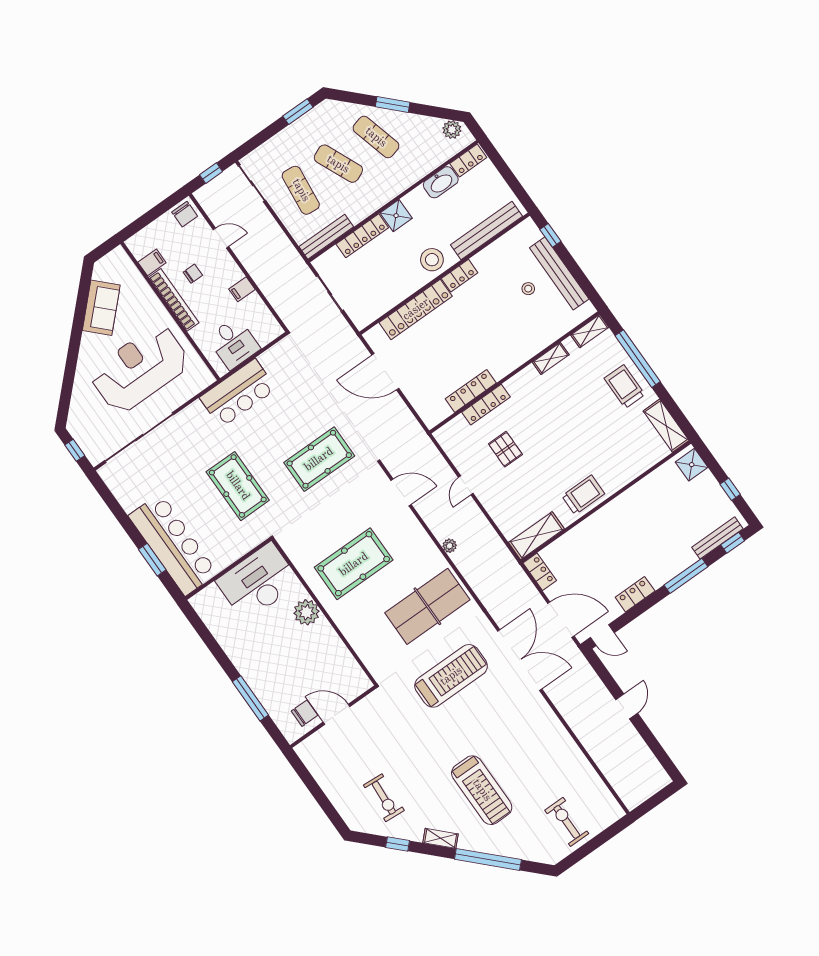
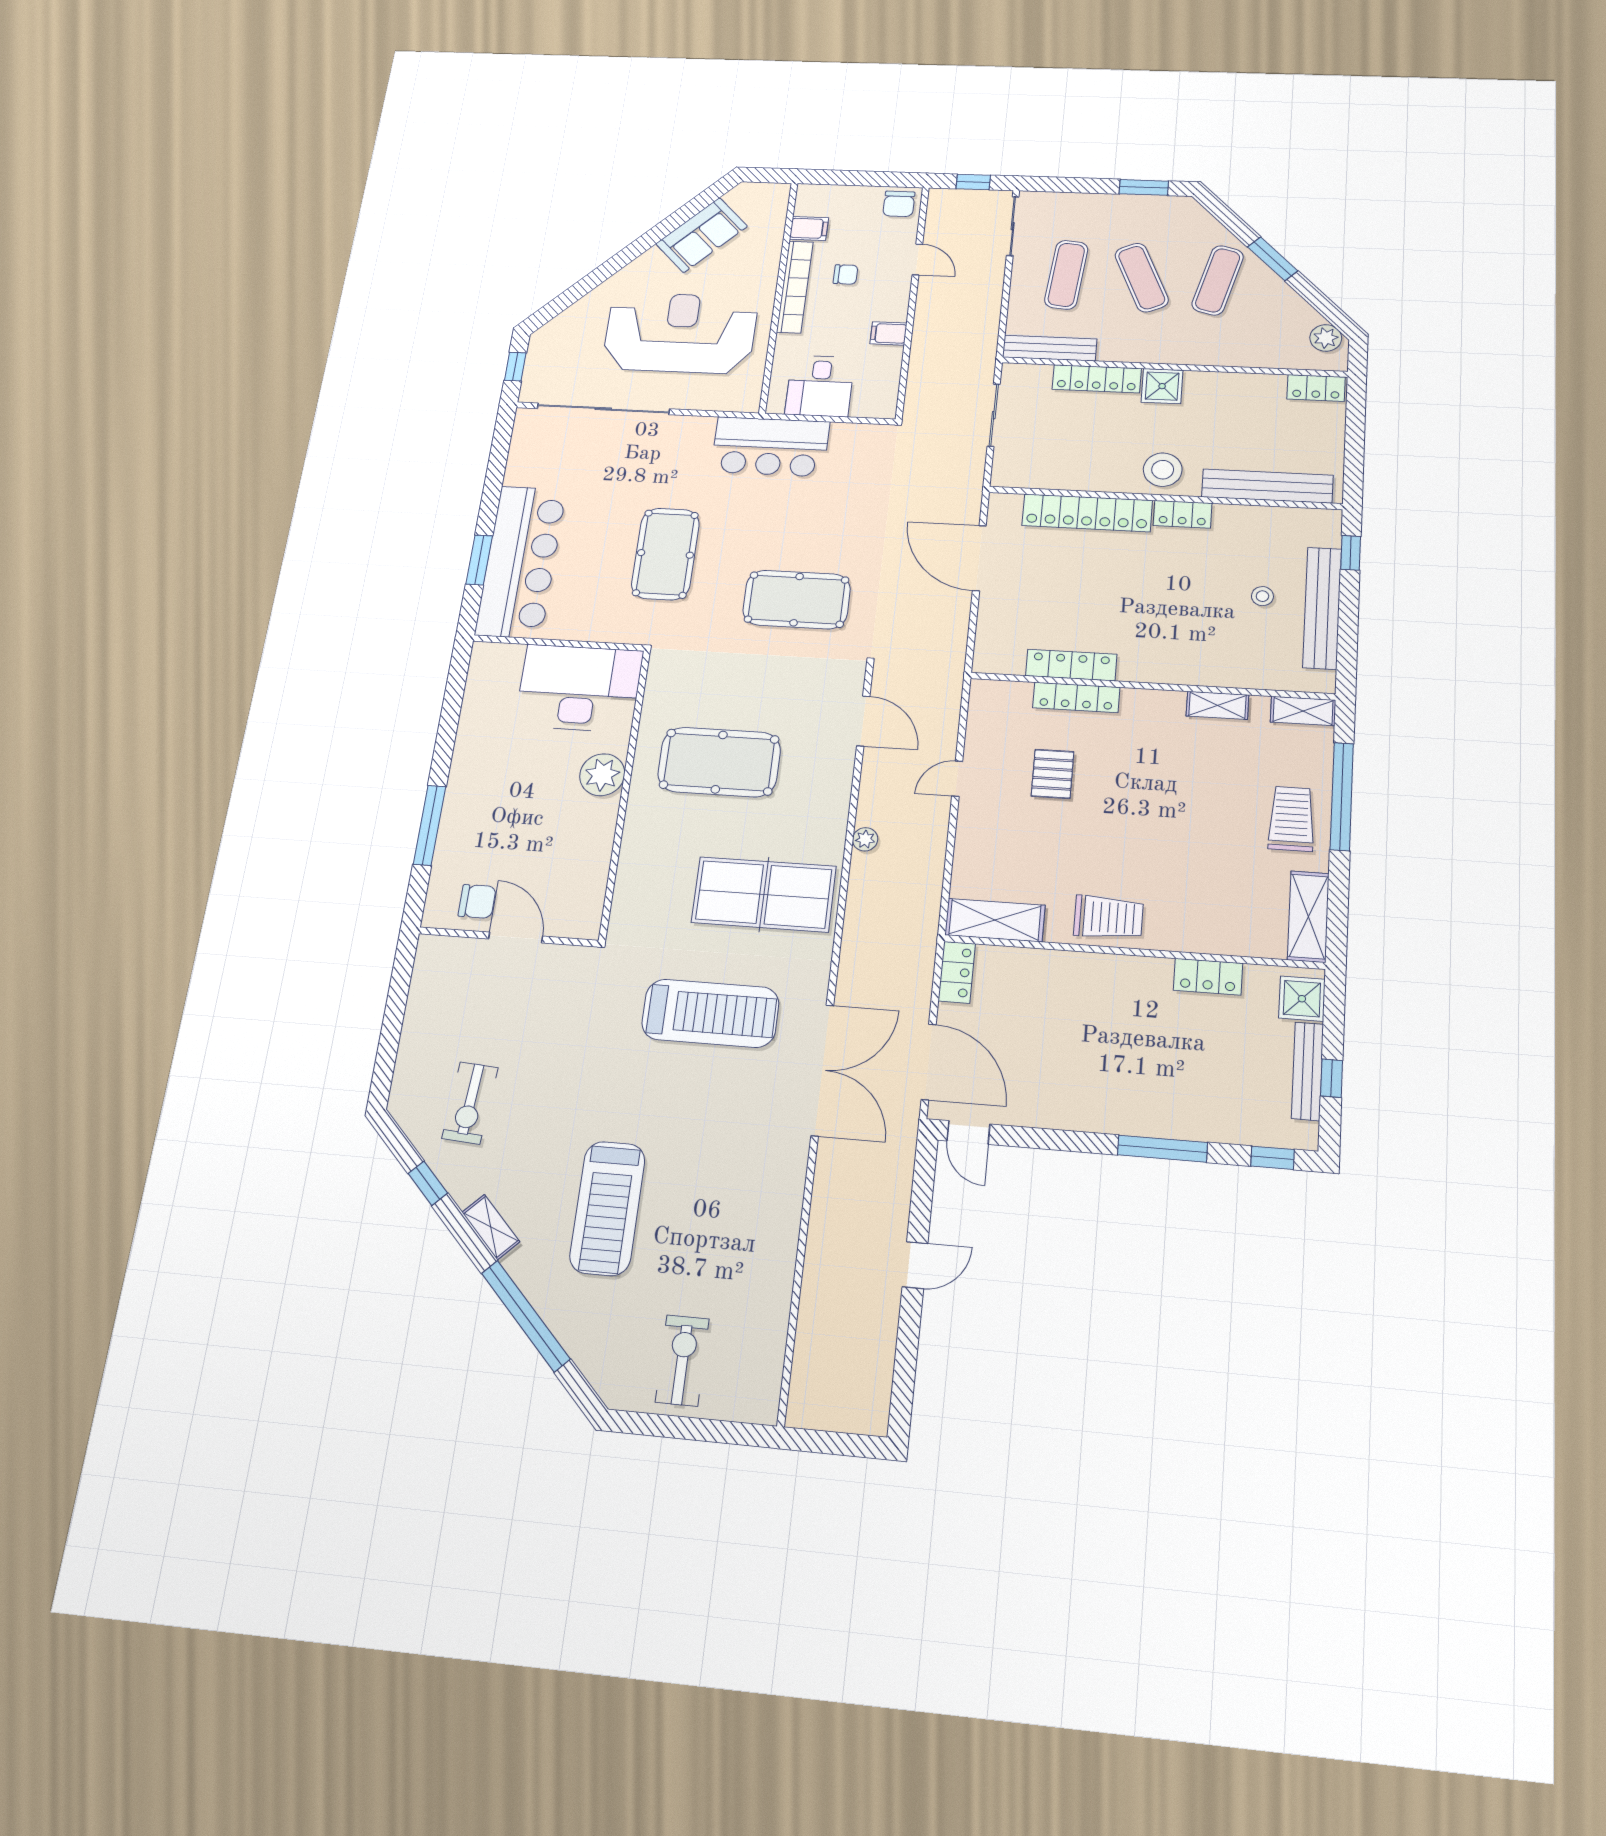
exercise mat: (376, 137) -> (1218, 280), turned 30
washbasin: (441, 182) -> (1256, 388), removed
bench: (717, 538) -> (1307, 1071), moved, turned 90
locker: (635, 594) -> (1208, 977), moved, turned 180

